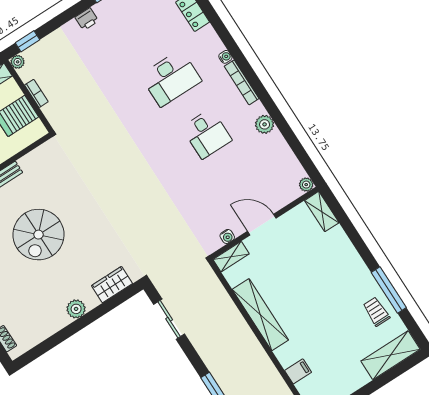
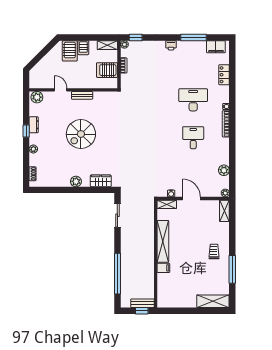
desk: (171, 78) -> (193, 100), turned 180
plant: (265, 124) -> (224, 170), moved
desk: (207, 134) -> (193, 138), turned 180
trolley: (376, 312) -> (214, 252), moved
filing cabinet: (298, 371) -> (163, 268), moved

